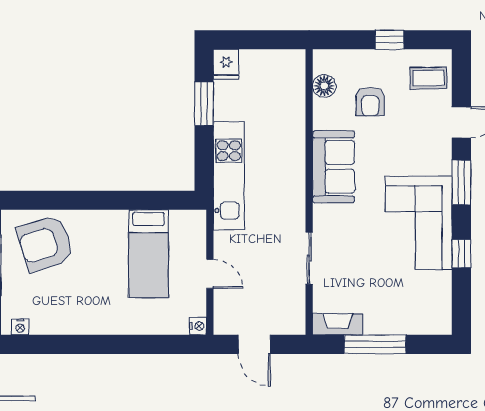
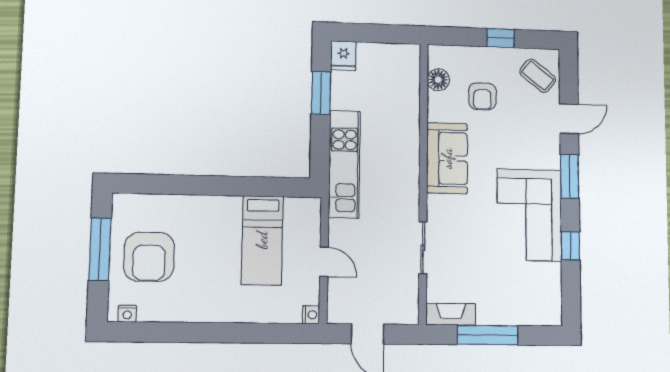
coffee table: (429, 78) -> (538, 76), turned 39
armchair: (45, 243) -> (149, 257), moved, turned -73

